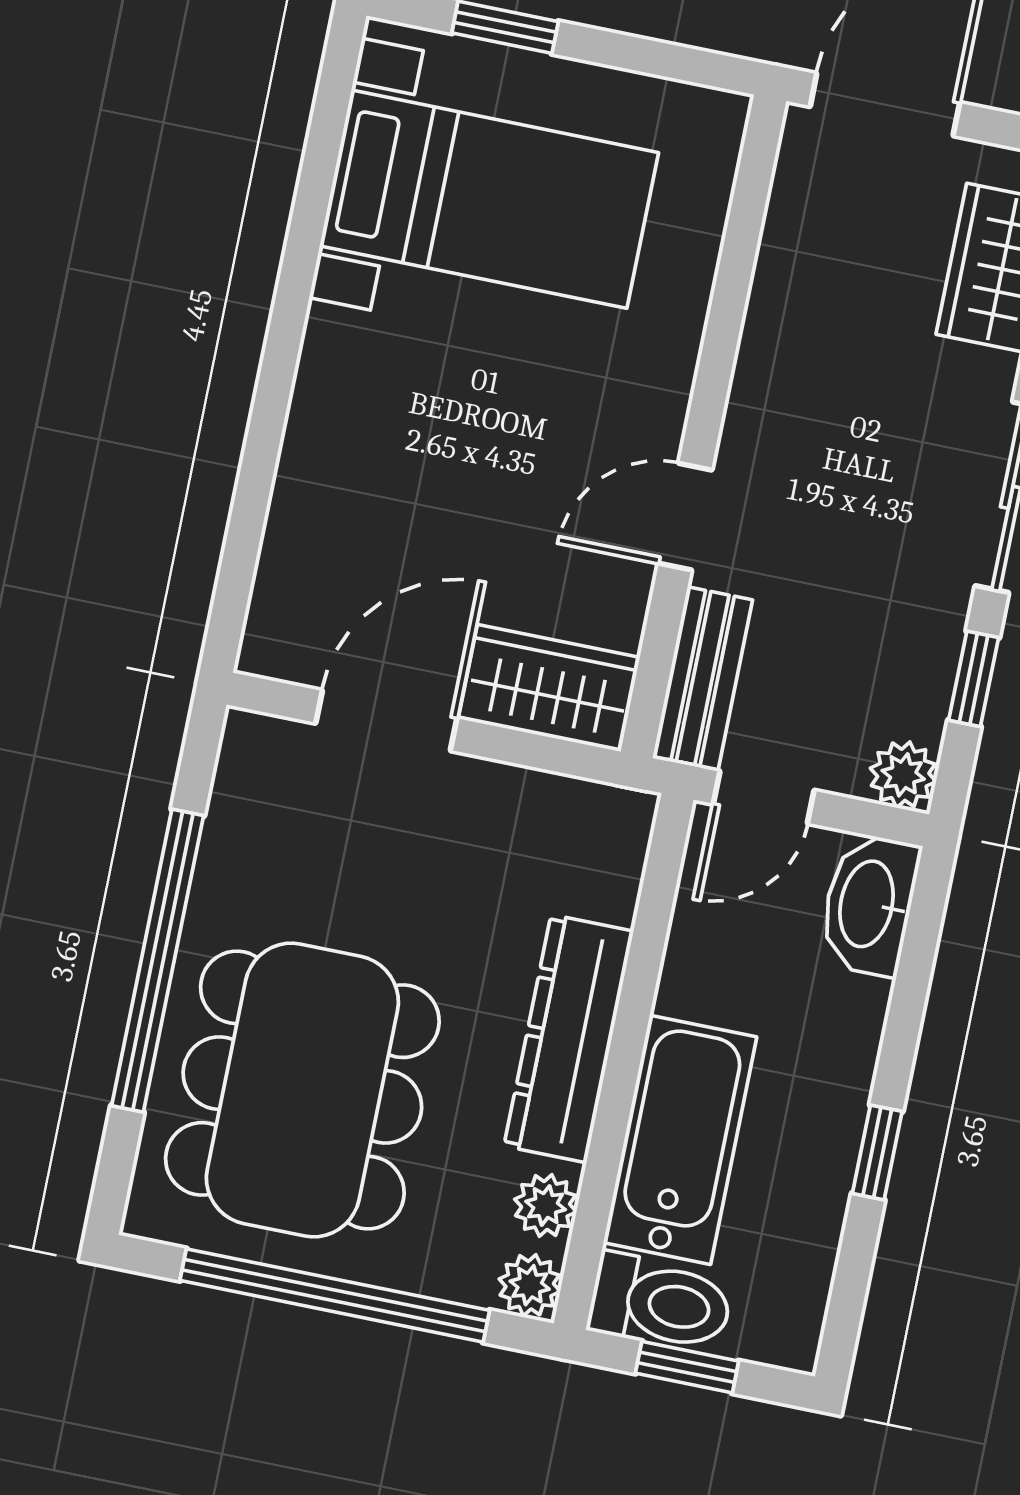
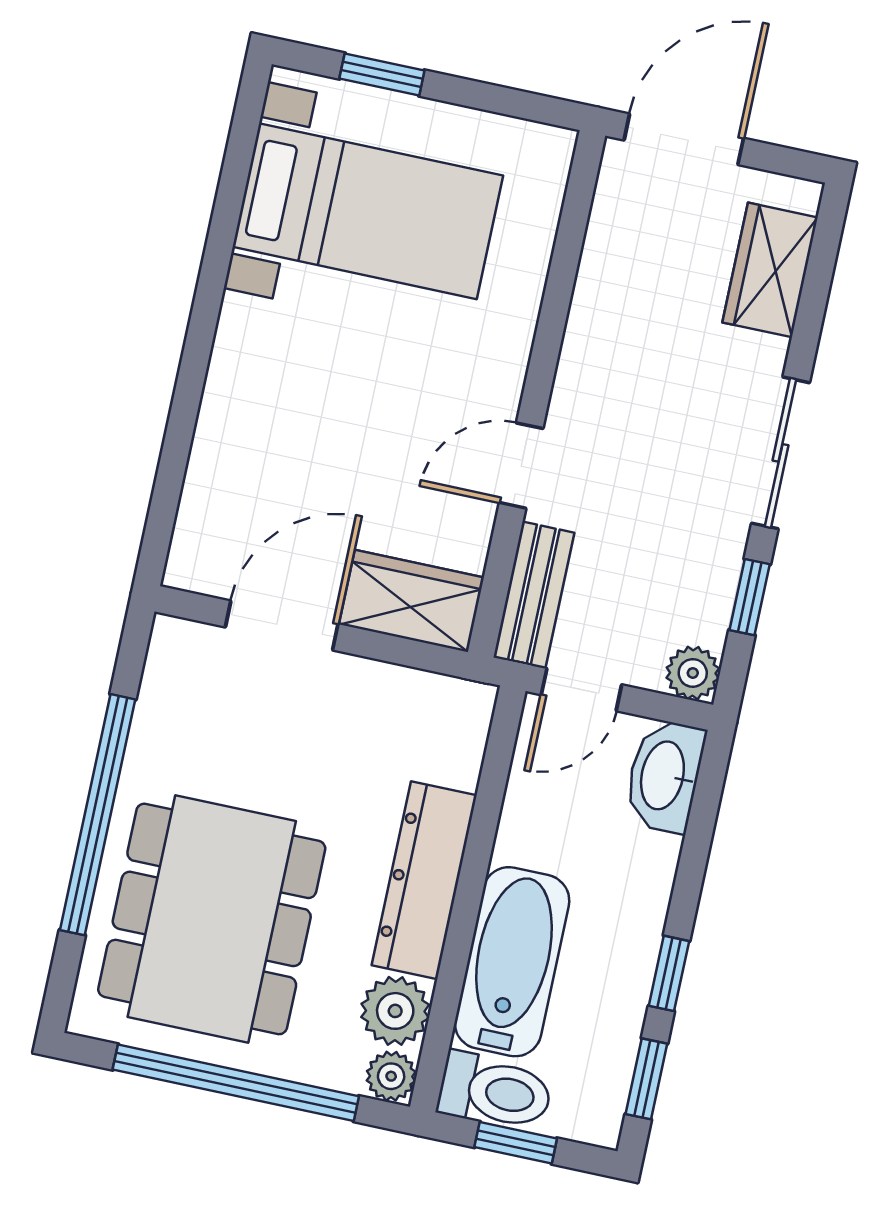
plant: (546, 1206) -> (395, 1011), width x1.38, depth x1.38
window: (850, 1285) -> (646, 1079), added

